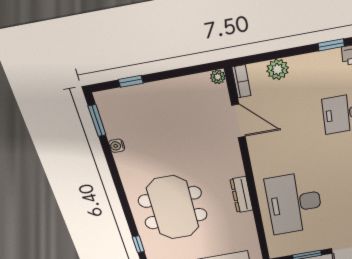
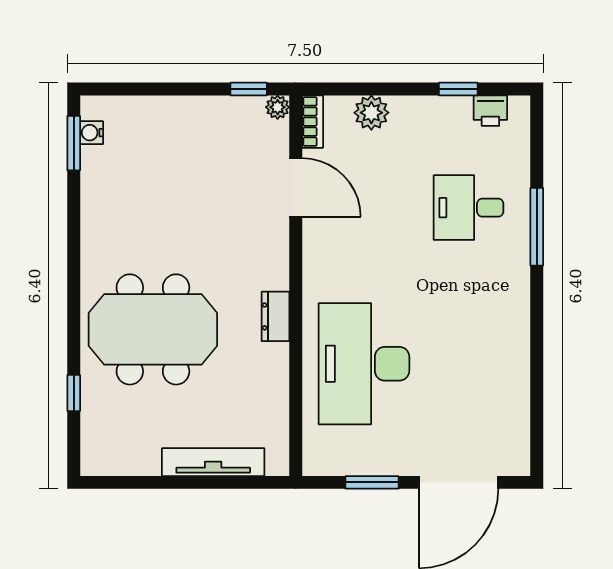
window: (131, 81) -> (249, 89), moved
water cooler: (117, 146) -> (92, 133), moved
dresser: (242, 195) -> (275, 316), width x0.70
meeting table: (173, 208) -> (153, 329), turned 90

